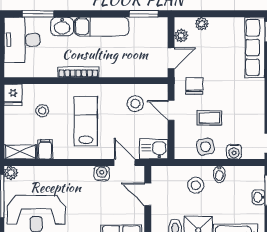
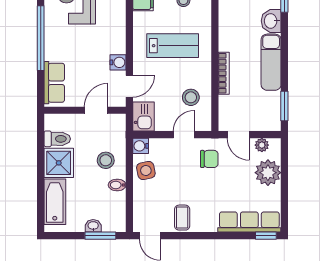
plant: (202, 24) -> (268, 173), width x1.87, depth x1.87
bookcase: (78, 72) -> (224, 73), moved
coffee table: (209, 118) -> (182, 218), moved
water cooler: (234, 152) -> (141, 146), moved

